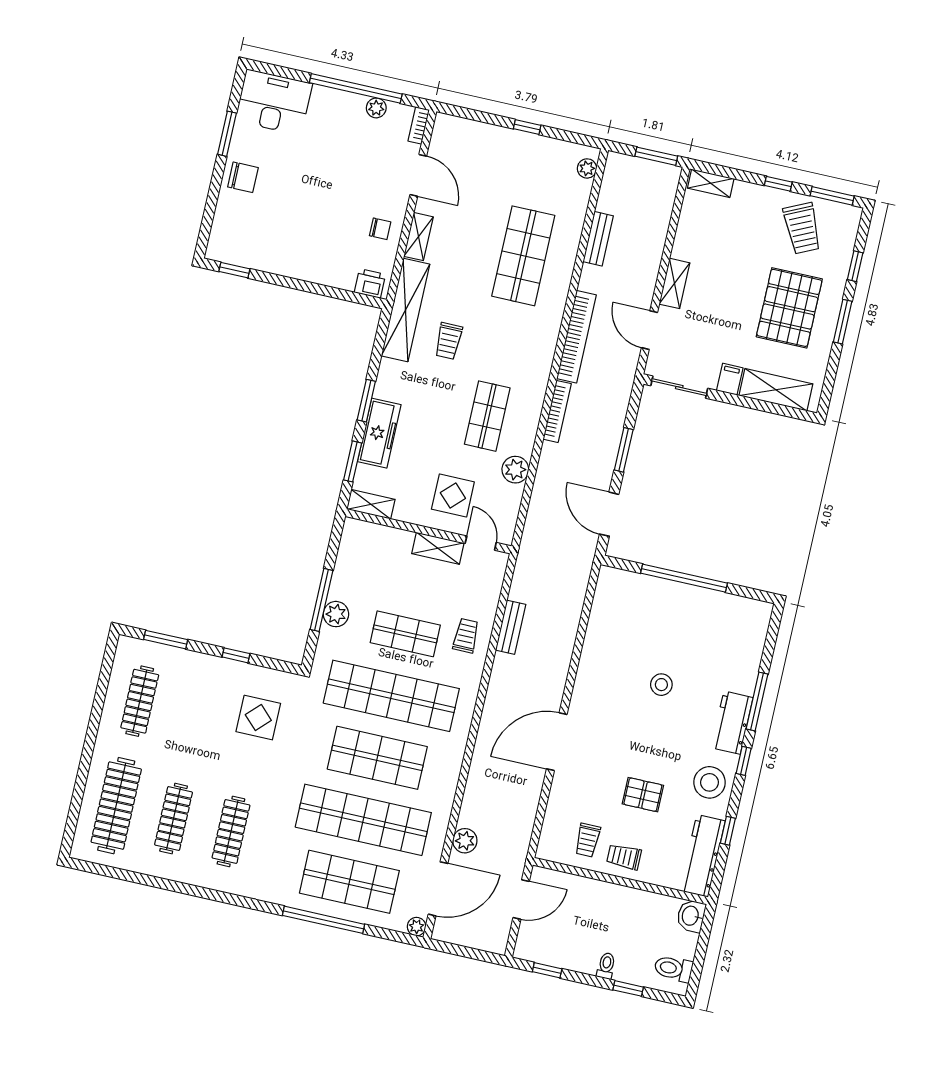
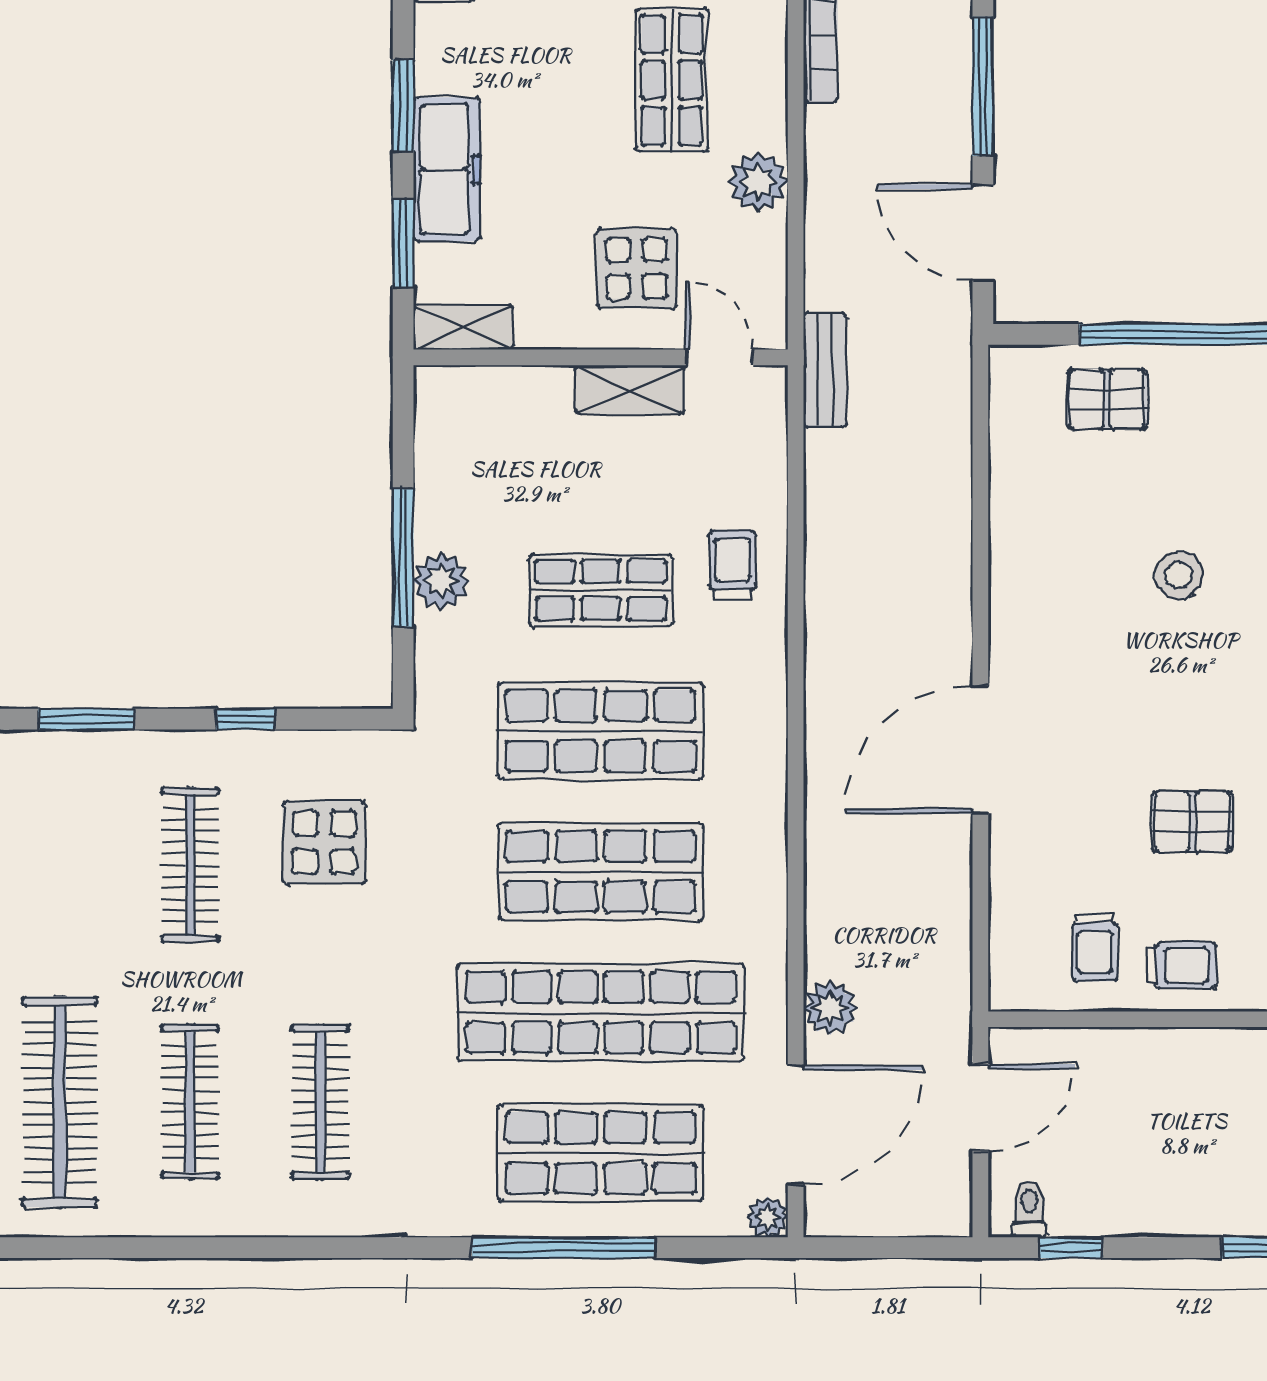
window: (624, 450) -> (983, 86), width x1.44
pallet: (647, 600) -> (1107, 399), added
bench: (511, 627) -> (825, 370), moved
shop shelf: (391, 696) -> (601, 731), width x0.71
clothes rail: (140, 701) -> (190, 865), moved
trolley: (624, 857) -> (1182, 965), turned 180
toilet: (606, 966) -> (1029, 1209), moved

